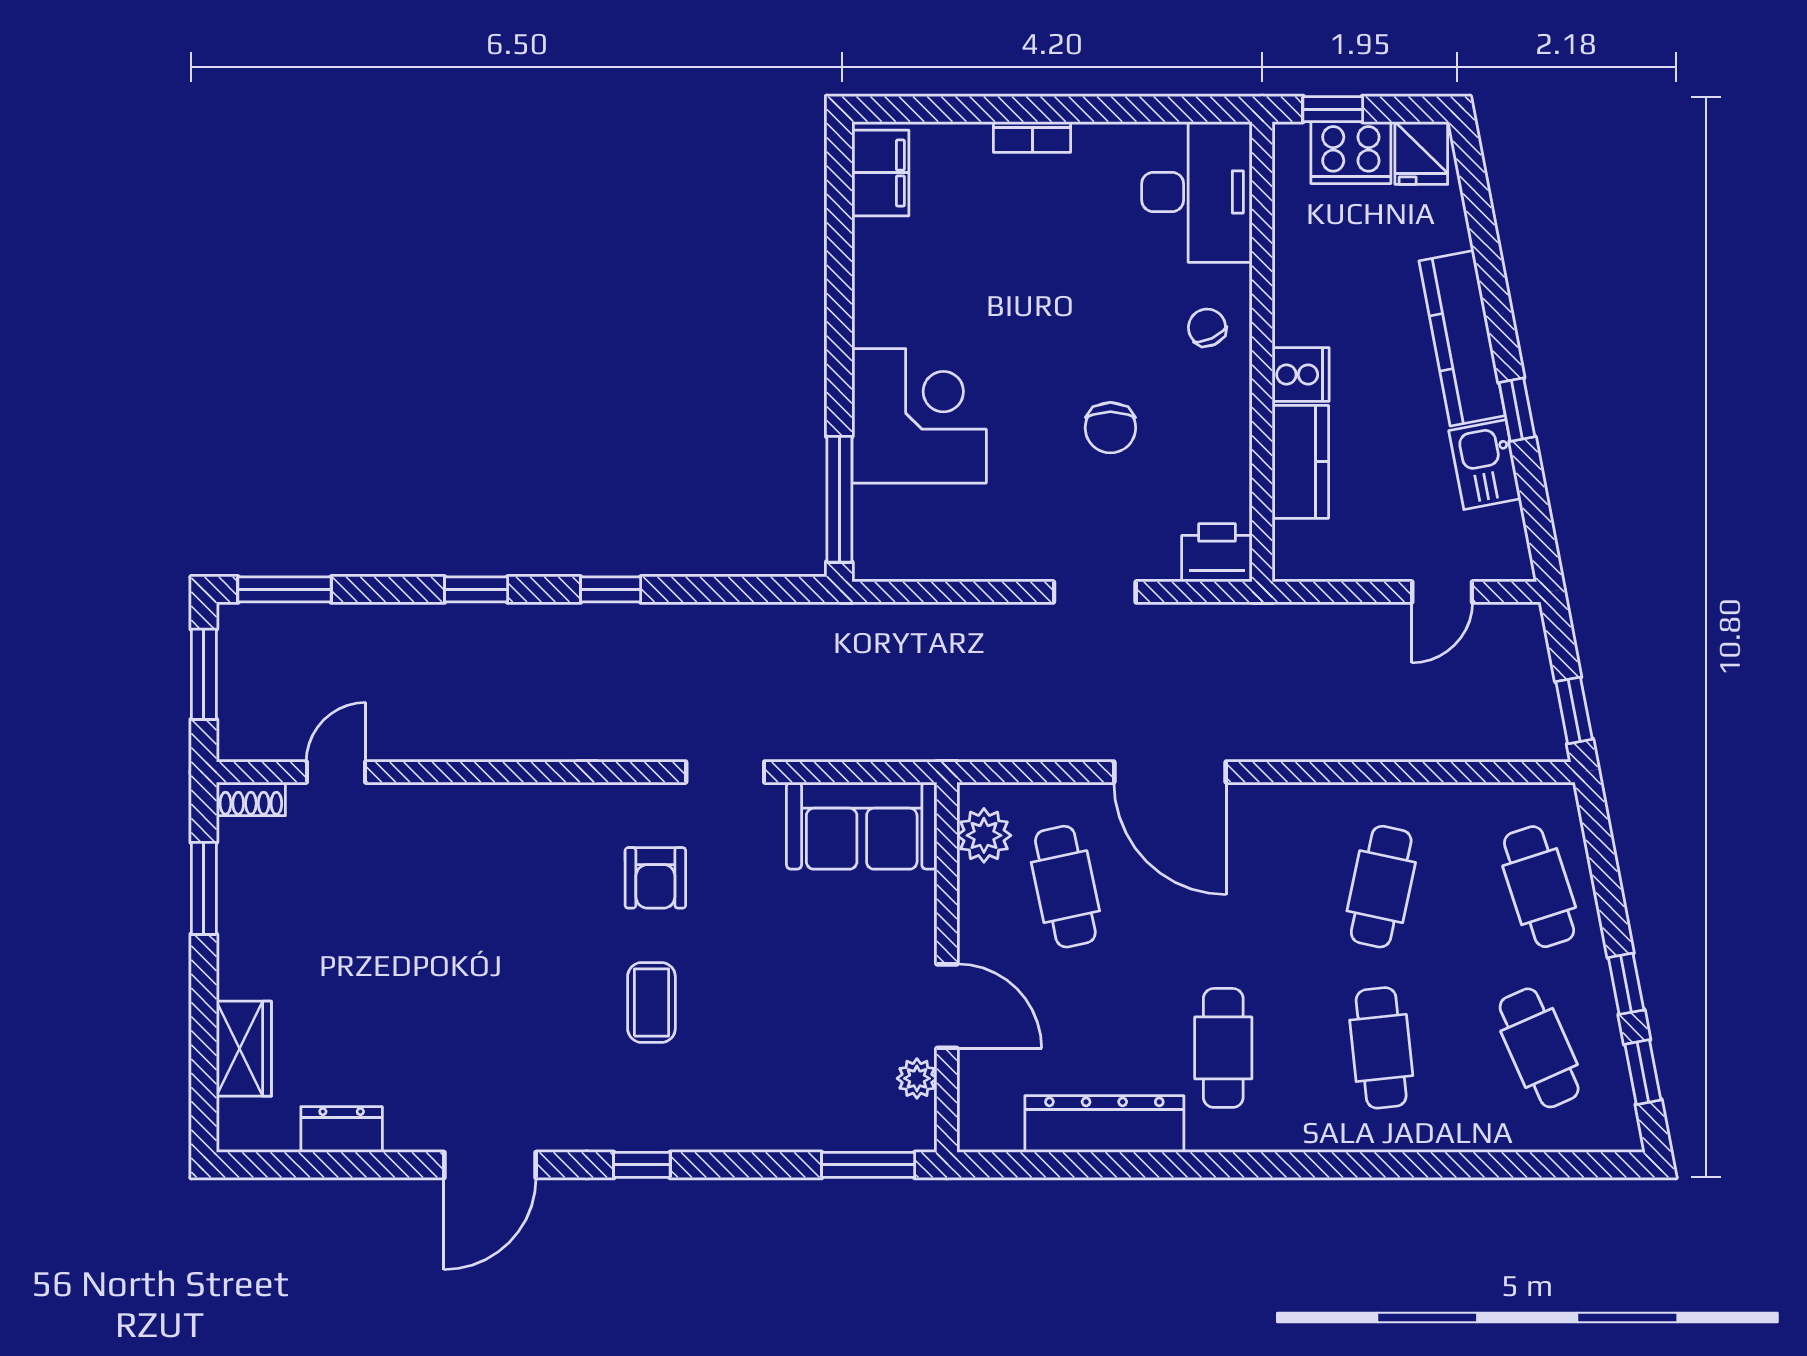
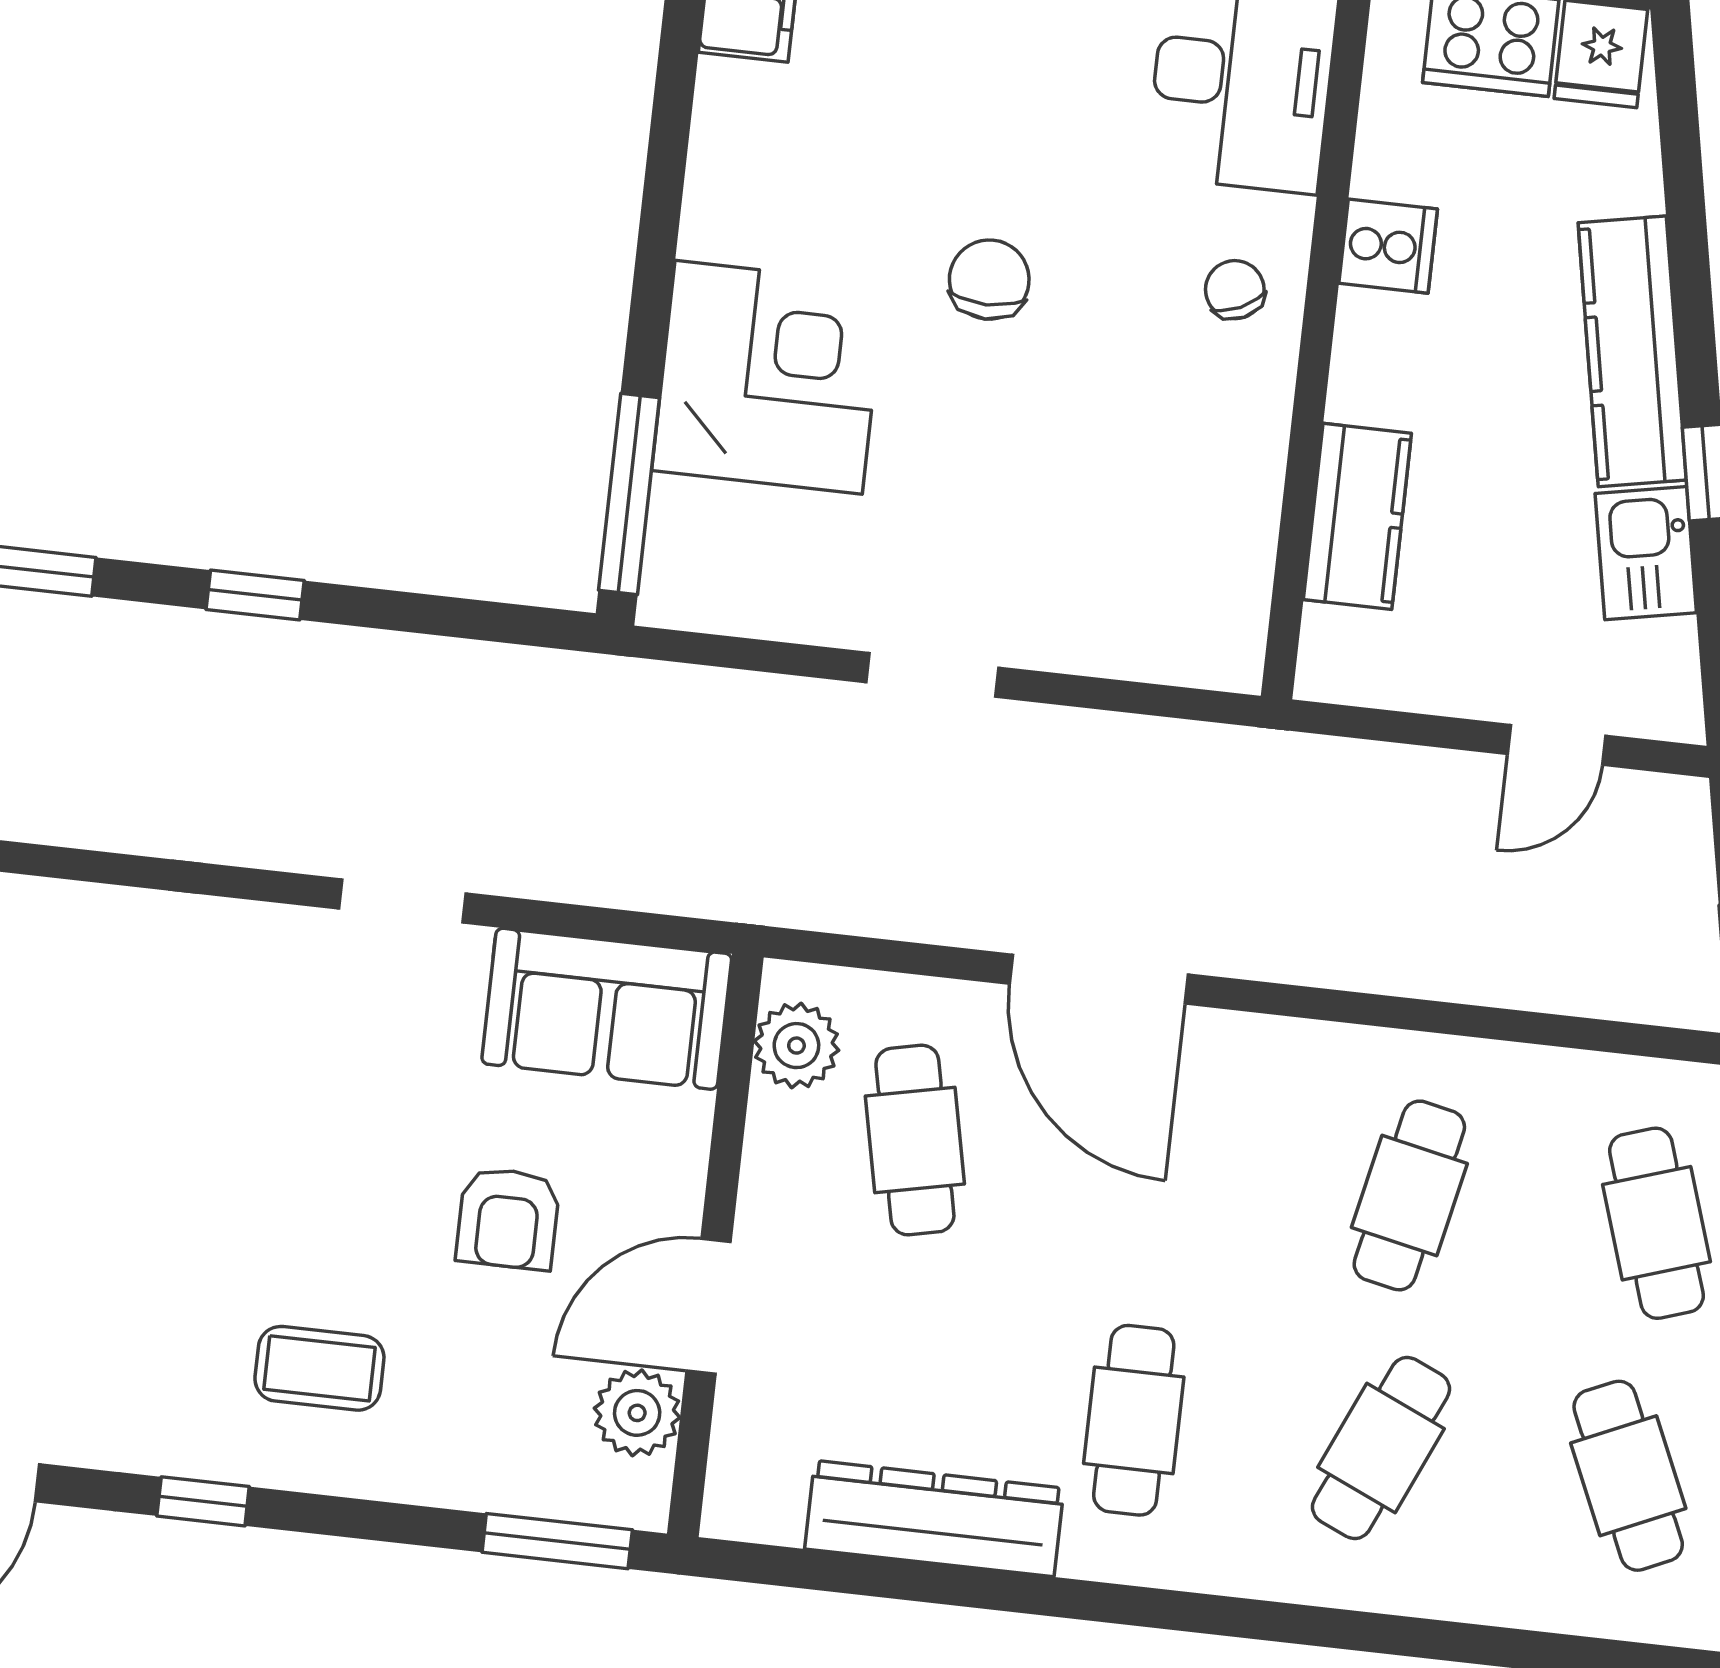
cooker: (1301, 375) -> (1388, 246), moved
chair: (1110, 428) -> (989, 280), moved, turned 180
printer: (1217, 553) -> (1211, 644), removed
doorway: (1095, 592) -> (933, 675), moved
armchair: (655, 878) -> (508, 1219), moved
coffee table: (651, 1003) -> (319, 1368), moved, turned 90
door: (947, 1006) -> (708, 1306), swing flipped
cafe table: (1381, 1048) -> (1381, 1448), turned 30
plant: (917, 1078) -> (637, 1413), width x1.38, depth x1.38

